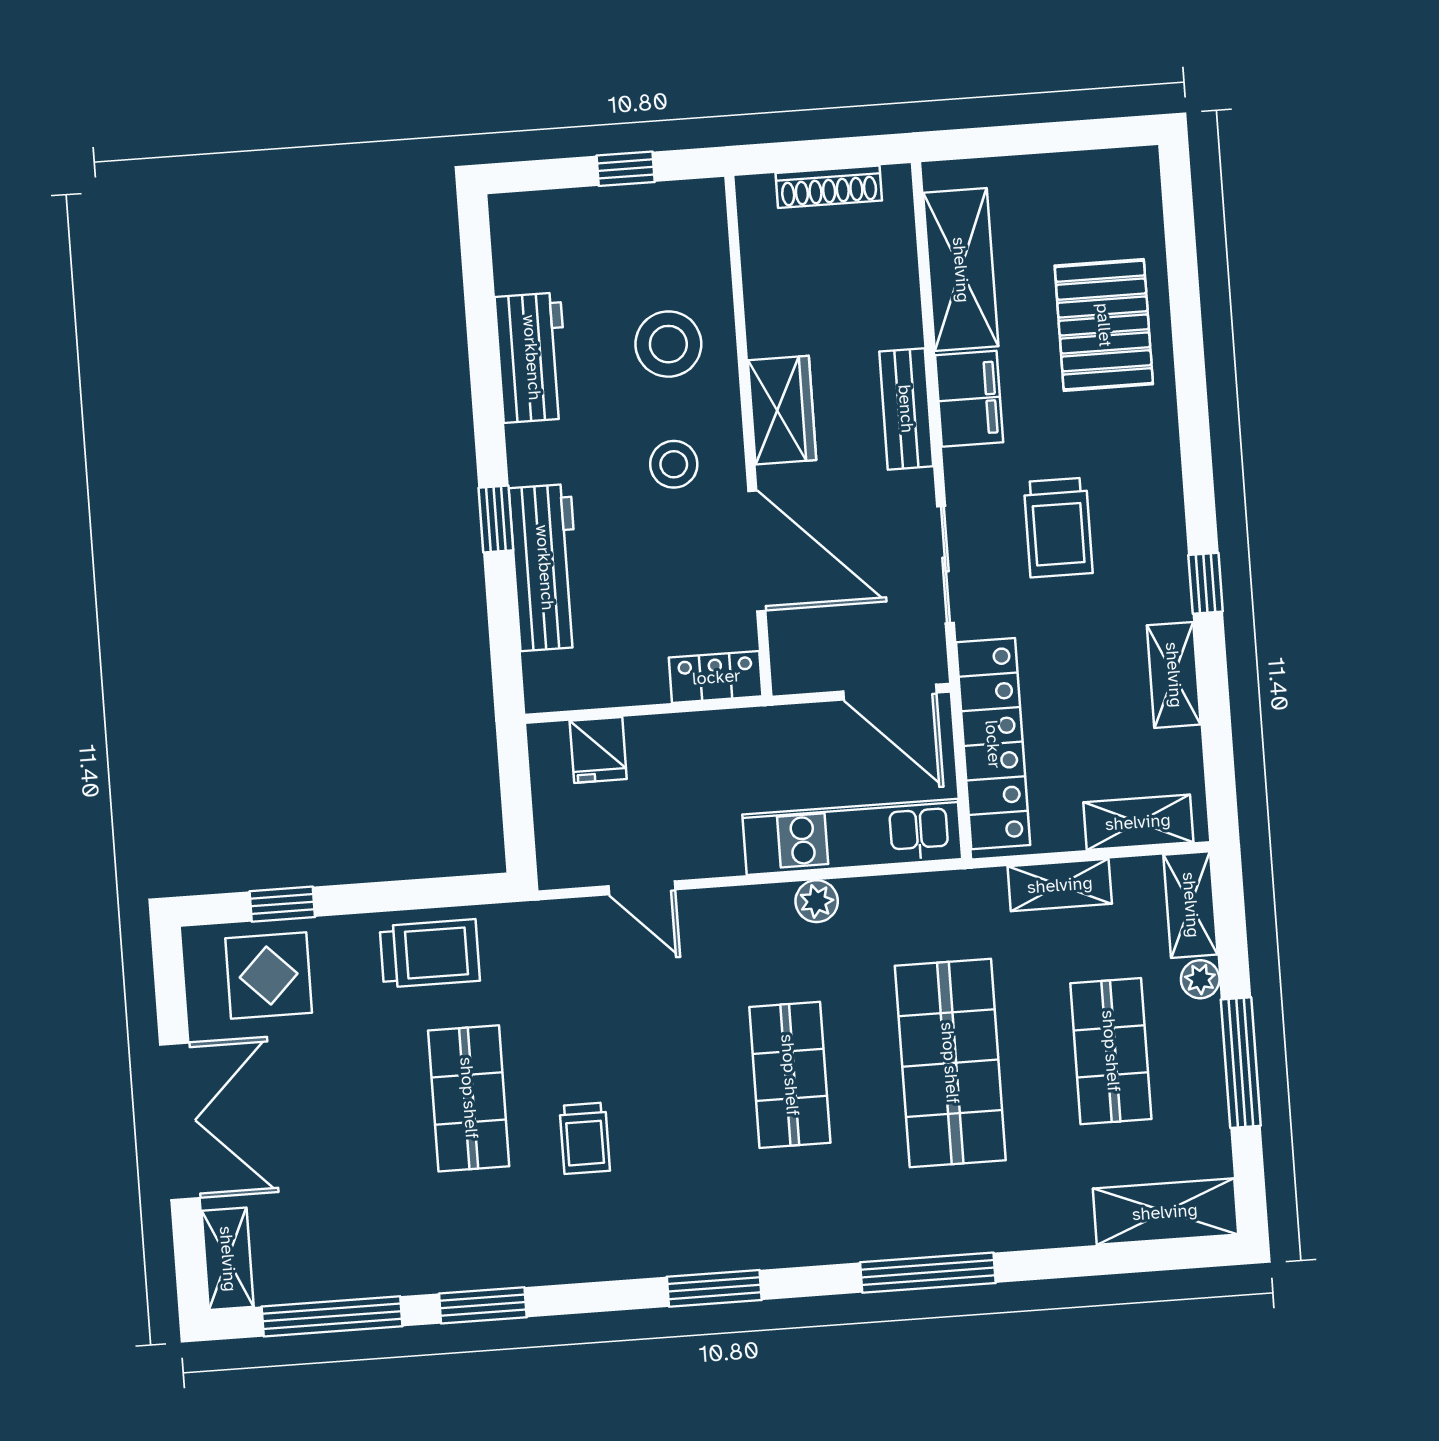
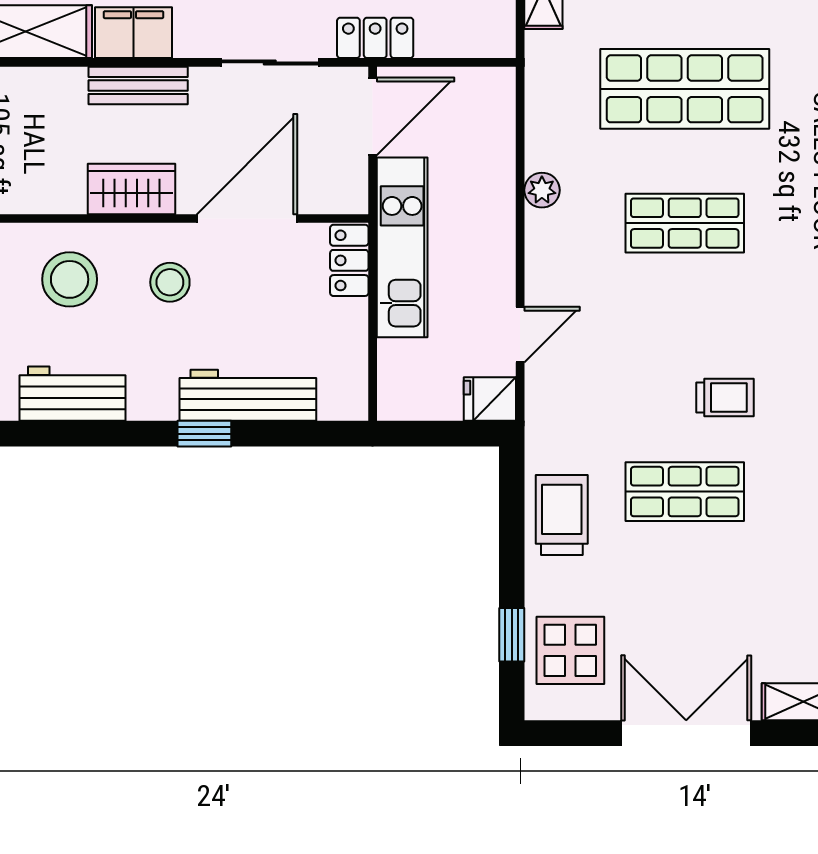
locker: (993, 744) -> (375, 38), width x0.46, depth x0.83
fridge: (598, 750) -> (490, 399), moved, turned 180
kitchen unit: (852, 837) -> (402, 247), moved, turned 180

